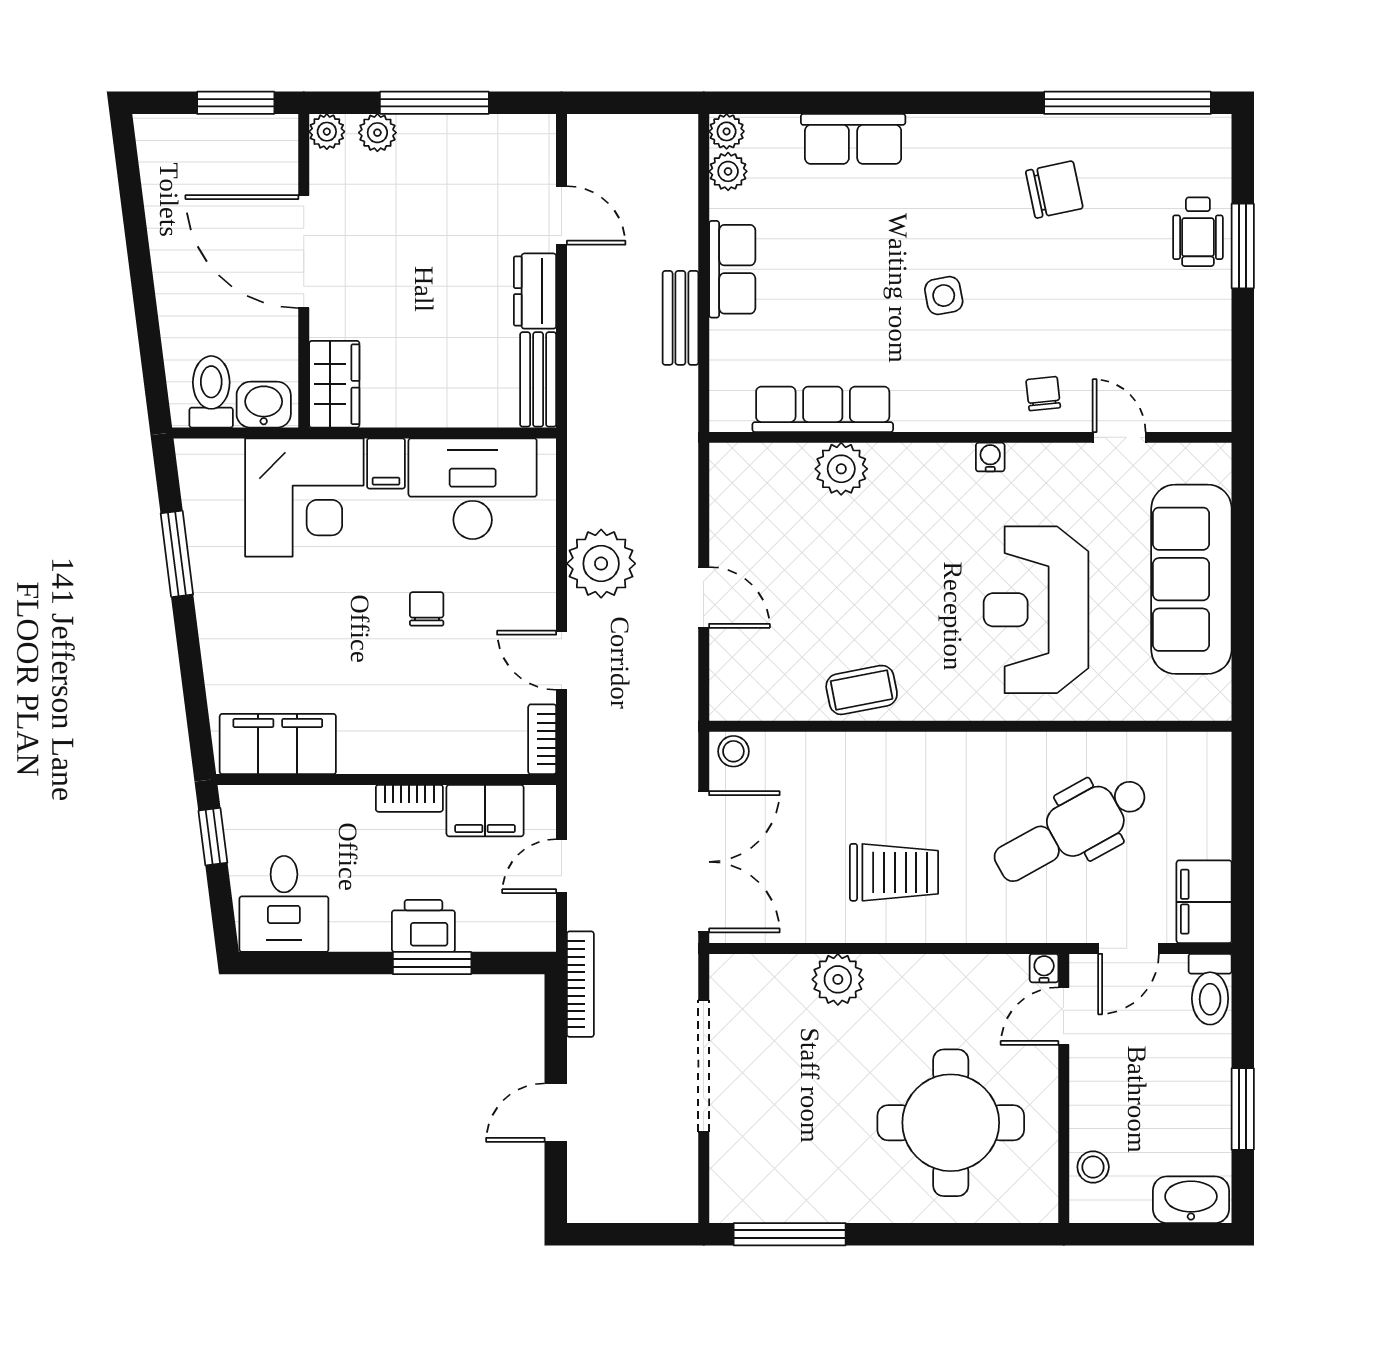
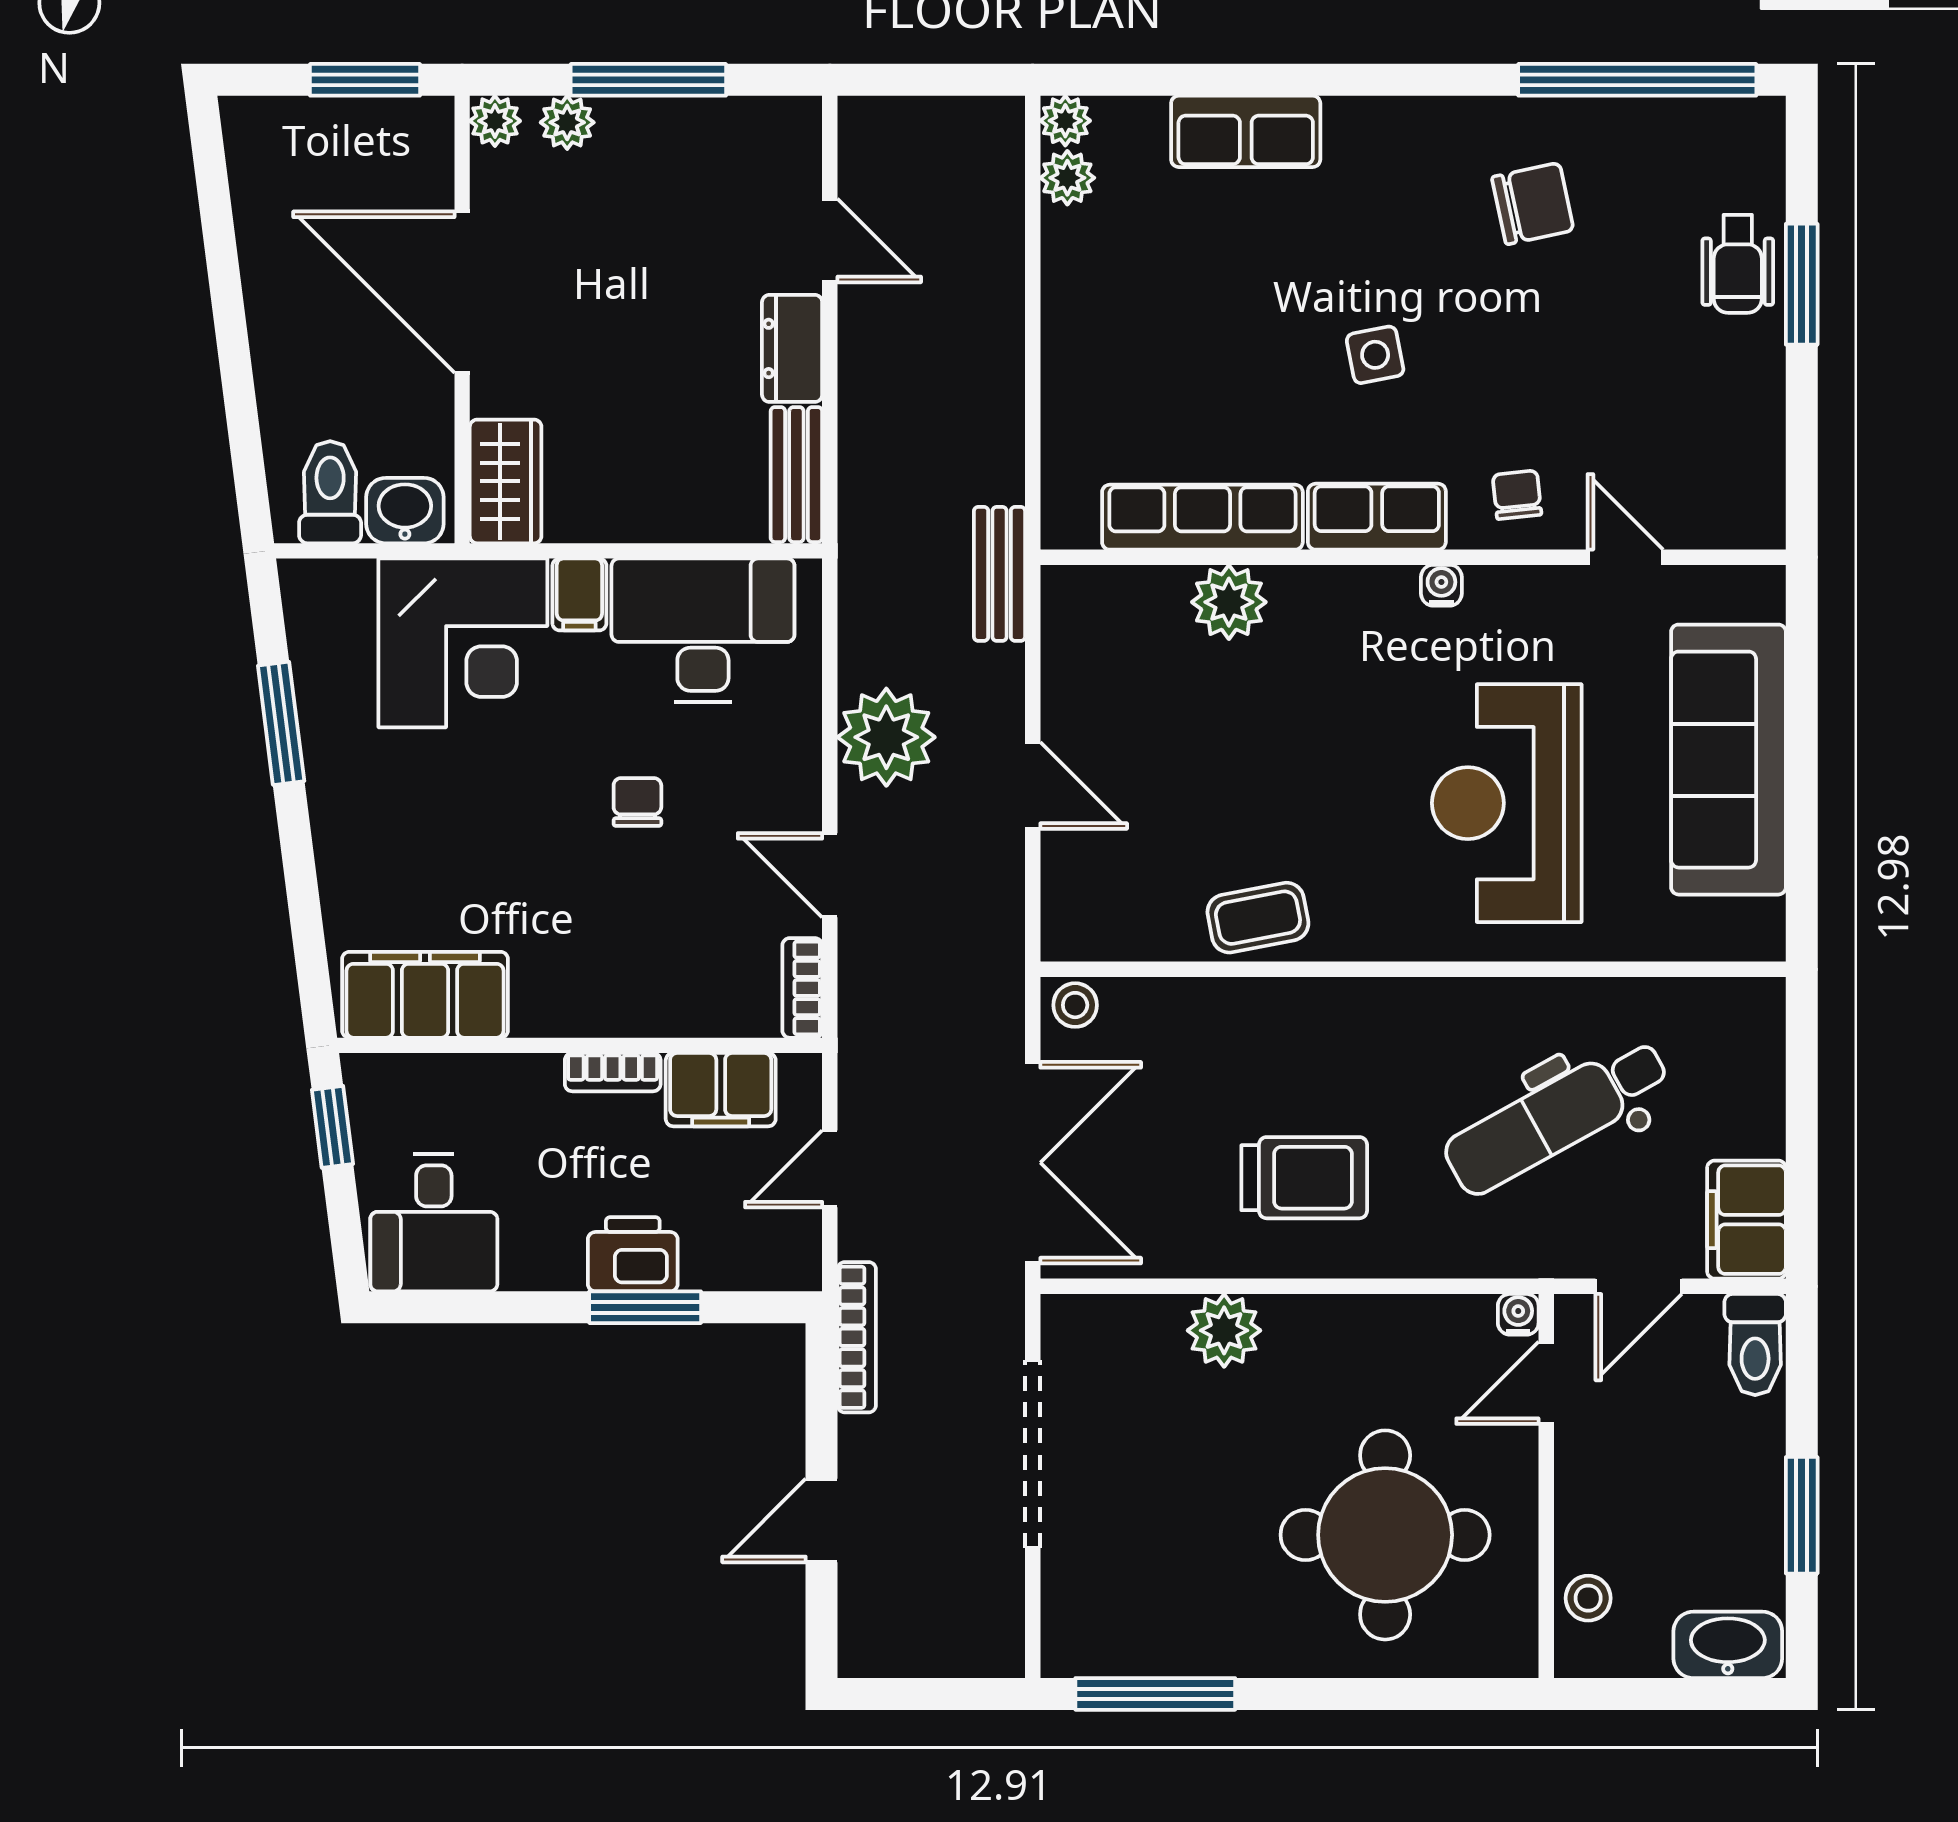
row of seats: (732, 269) -> (1377, 517), moved, turned -90
bench: (680, 318) -> (1000, 574), moved

